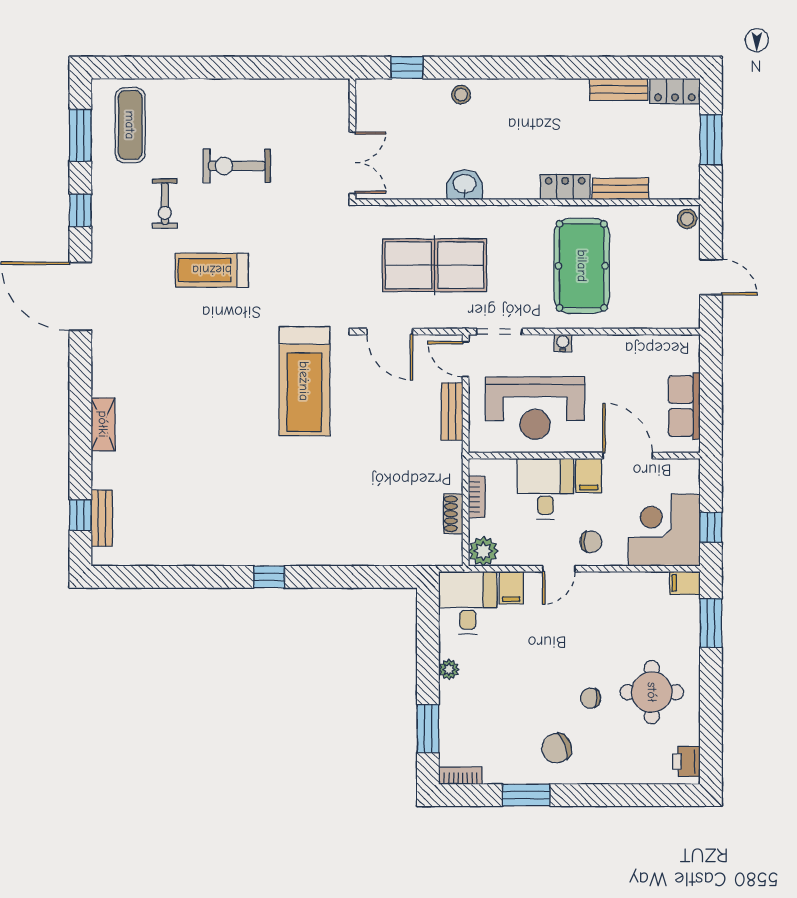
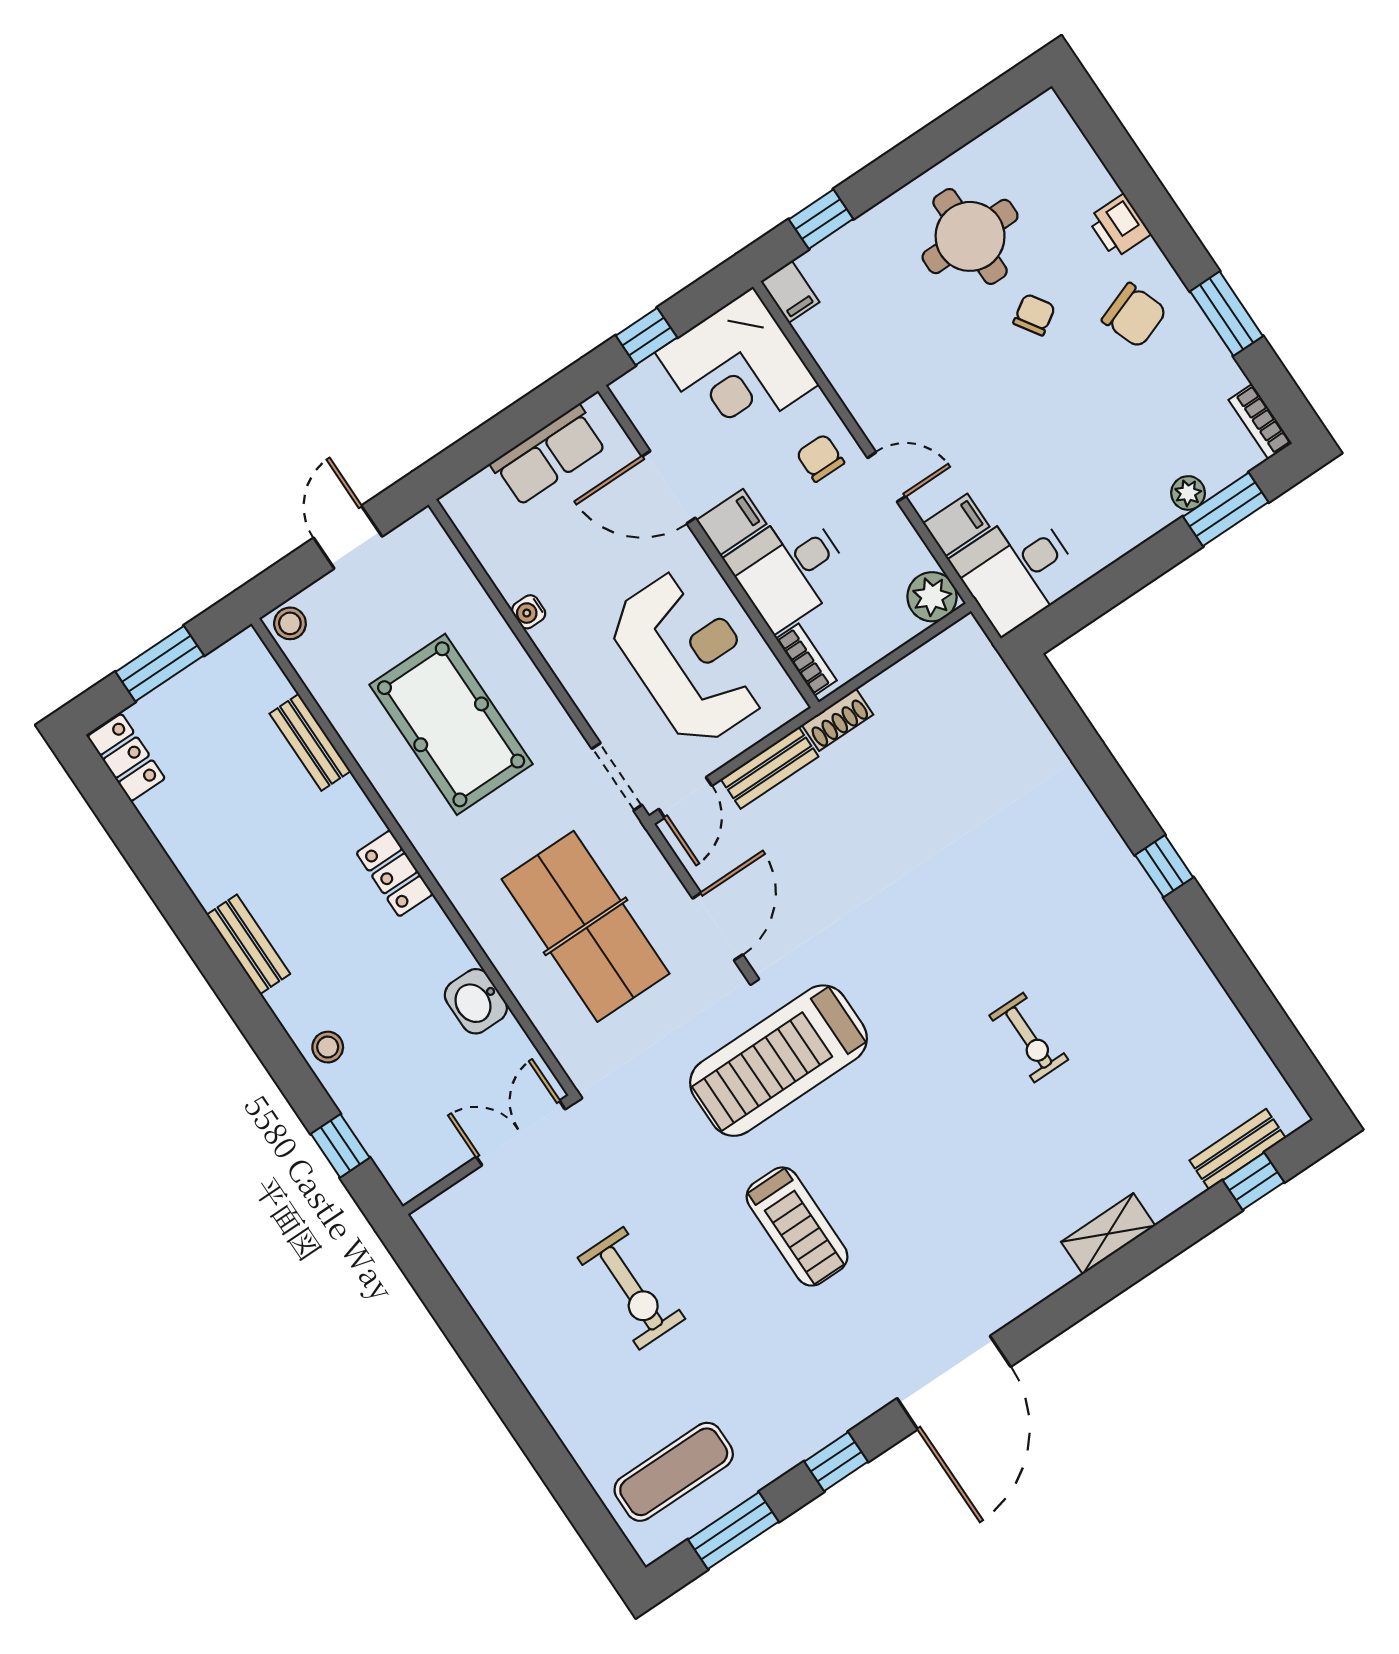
bench: (619, 89) -> (248, 944), moved
washbasin: (465, 185) -> (476, 1001), moved
locker: (565, 187) -> (395, 873), moved
exercise bike: (165, 204) -> (1029, 1038), moved, turned 90
pool table: (582, 266) -> (451, 724), turned 90
water cooler: (563, 343) -> (529, 612), moved
treadmill: (304, 381) -> (778, 1061), moved, turned 180
door: (628, 456) -> (669, 487), hinge flipped
bookcase: (477, 497) -> (806, 660), moved, turned 90
shoe rack: (453, 514) -> (837, 720), moved
window: (711, 527) -> (646, 336), moved
window: (711, 623) -> (821, 219), width x0.67
plant: (449, 669) -> (1188, 493), moved
chair: (591, 698) -> (1034, 315), turned -123
printer: (686, 762) -> (1119, 226), moved, turned 90

